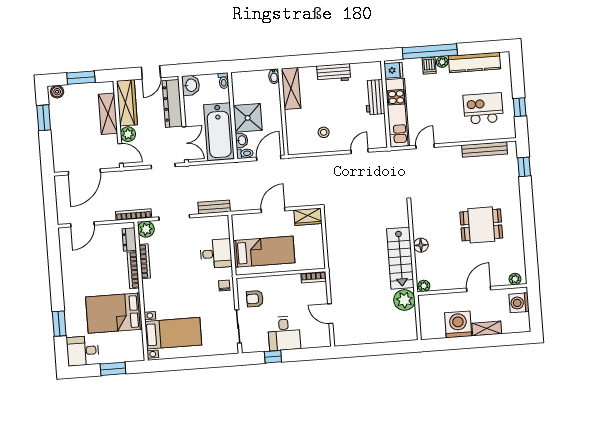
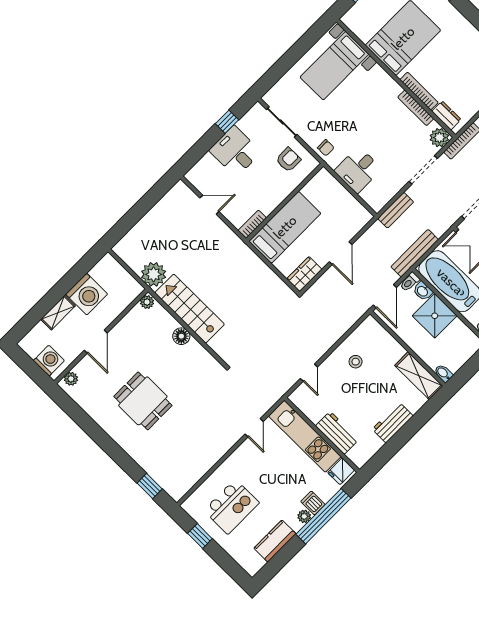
kitchen counter: (474, 62) -> (275, 541), width x0.67
bench: (485, 150) -> (415, 253), moved
dining table: (481, 225) -> (143, 401), turned 90
bed: (264, 252) -> (285, 227), moved, turned 180

